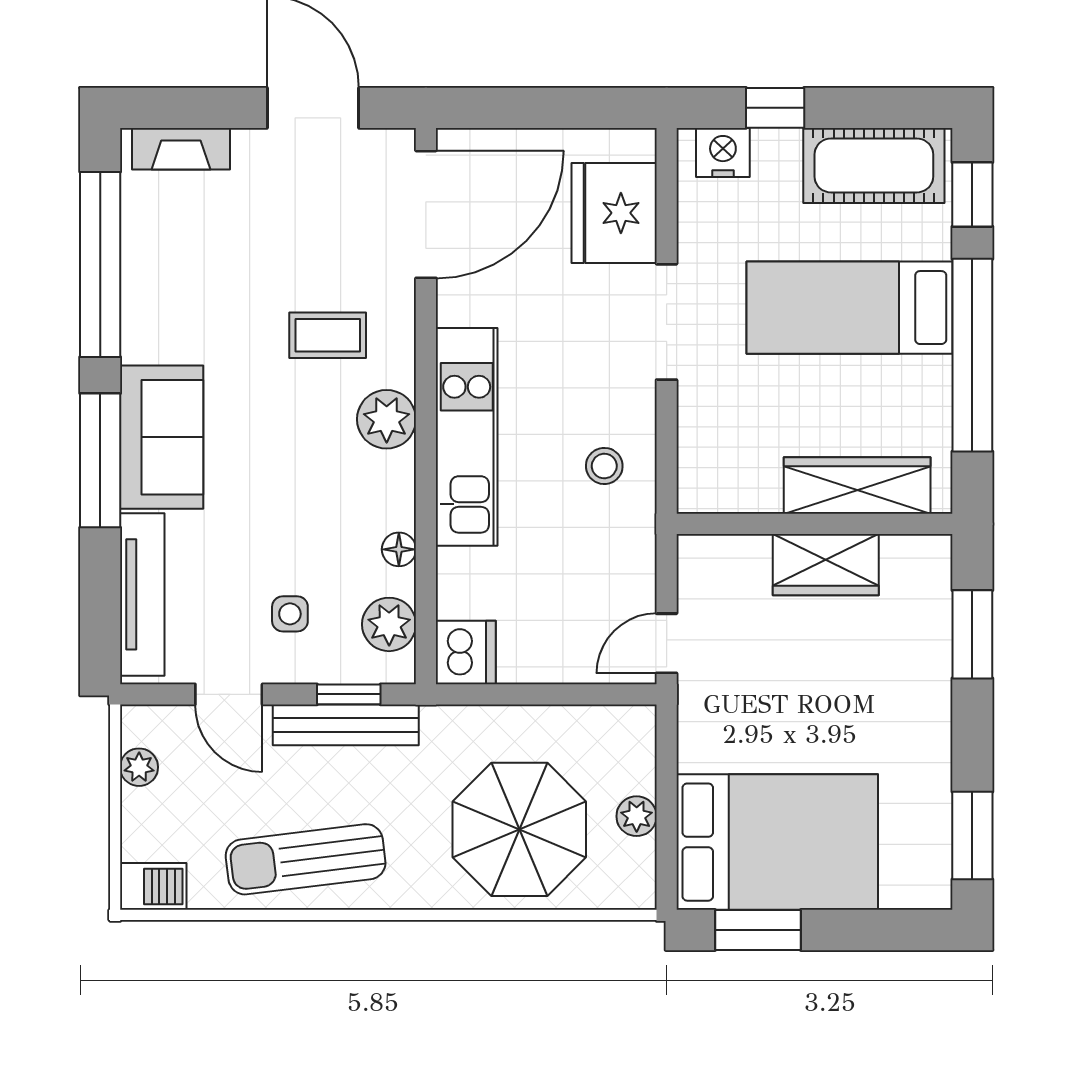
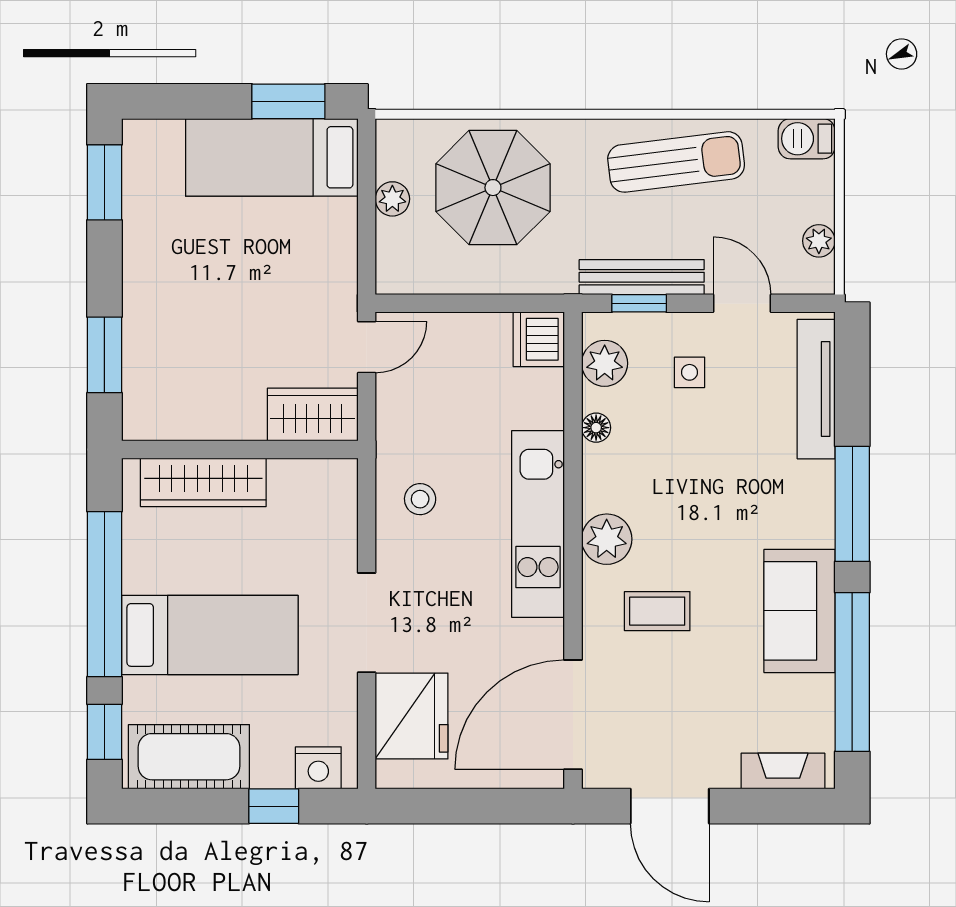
sofa: (162, 437) -> (799, 611), moved
wardrobe: (826, 565) -> (313, 415), moved
bed: (777, 842) -> (272, 157), width x0.67

